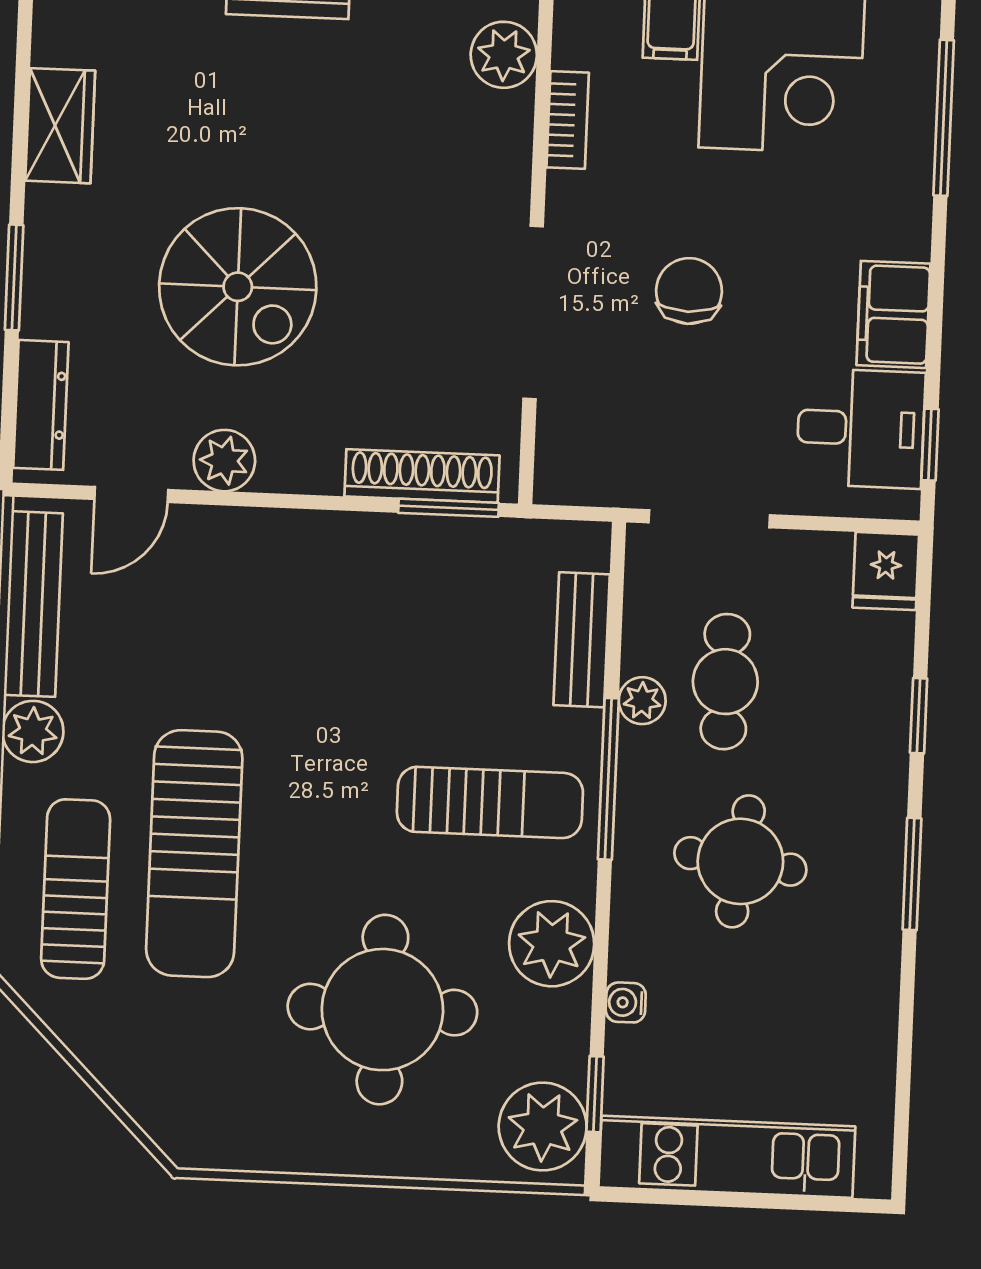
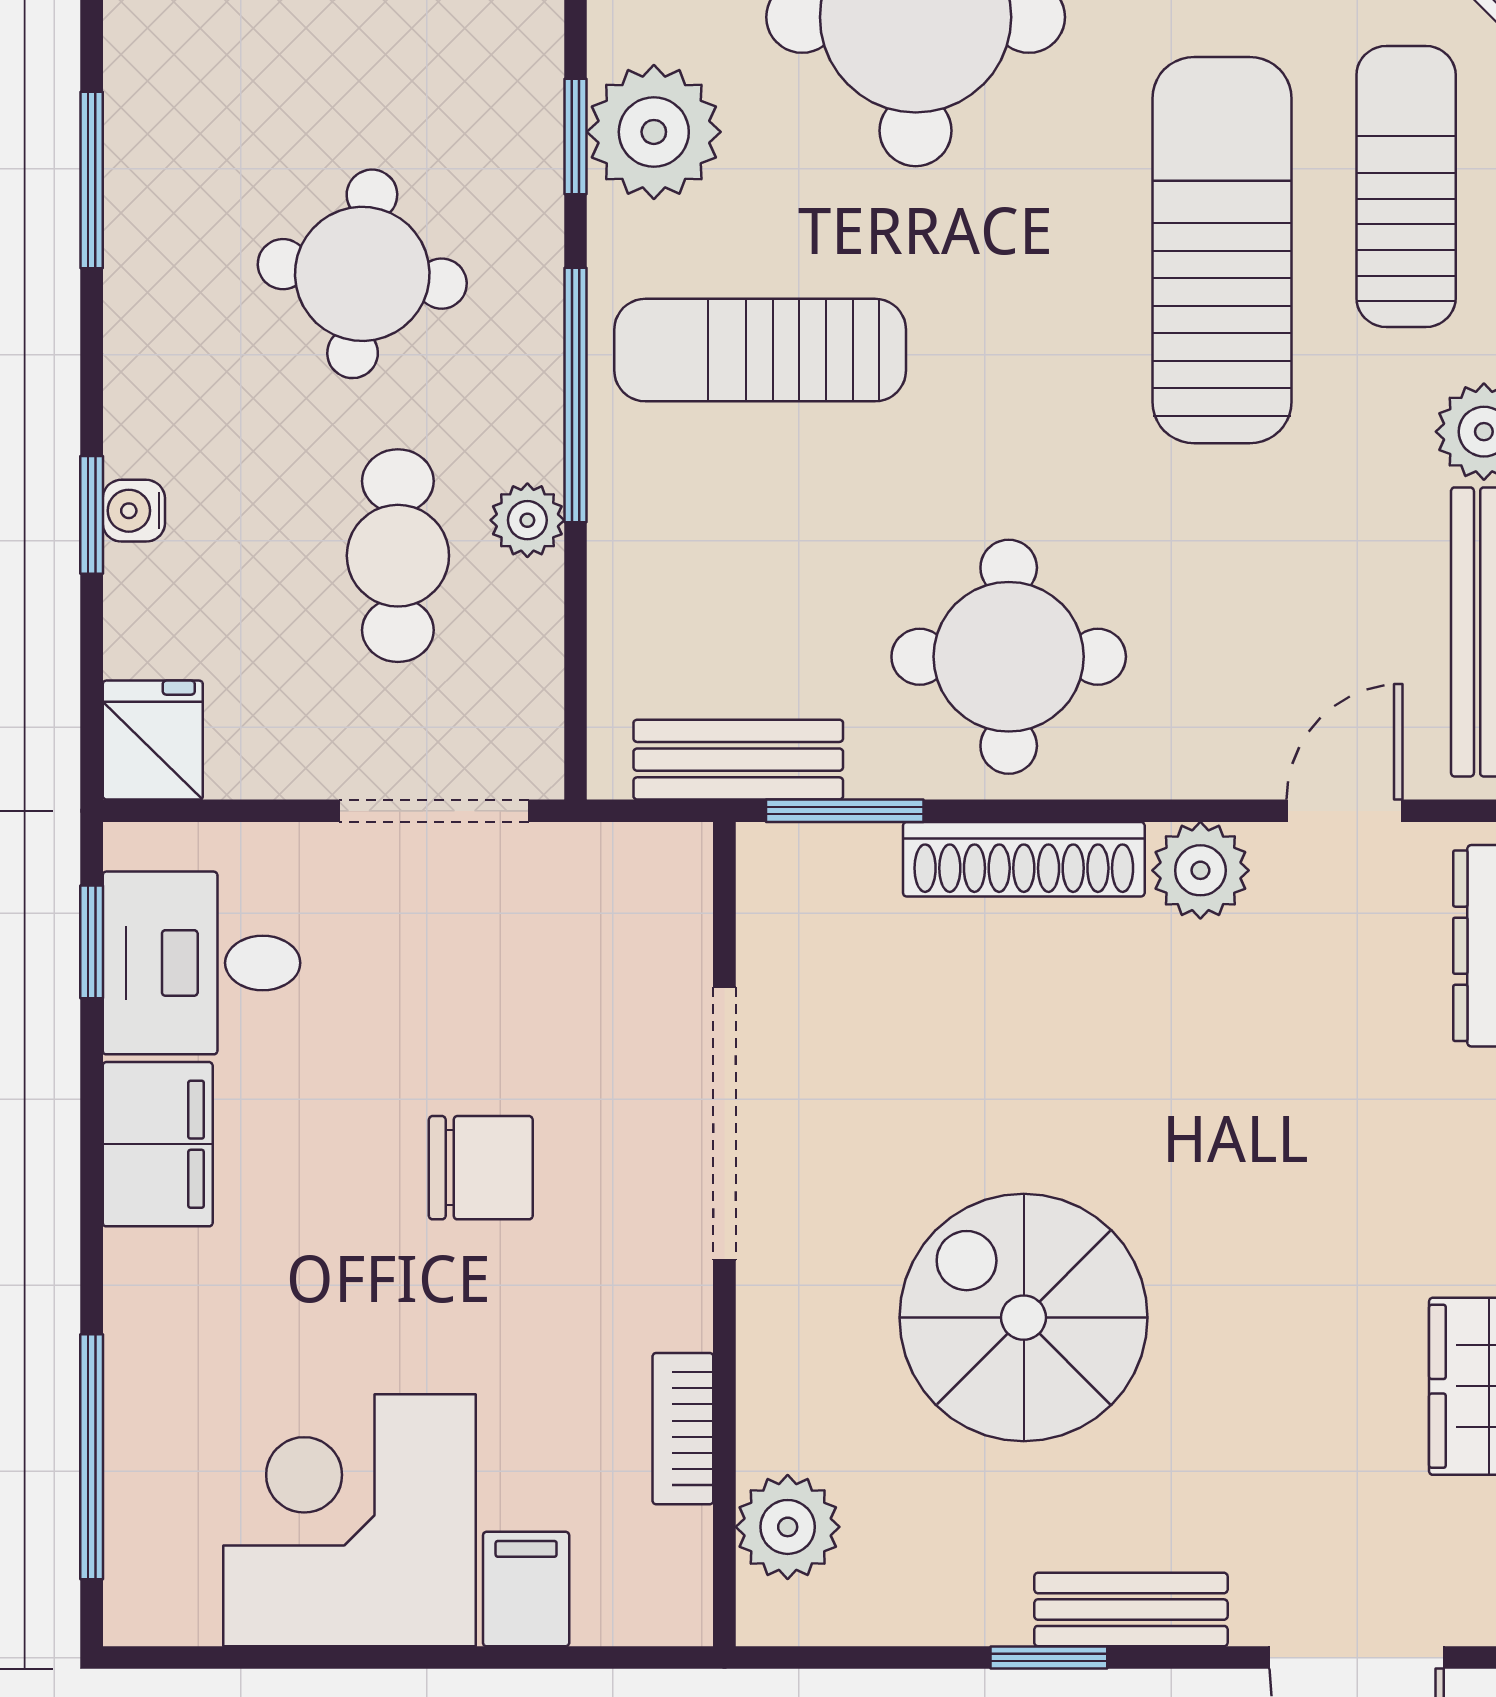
spiral stairs: (238, 287) -> (1024, 1318), moved
chair: (689, 291) -> (481, 1168), turned -90
shoe rack: (422, 476) -> (1024, 859), moved
round table: (340, 601) -> (1009, 657), added
bench: (582, 640) -> (738, 760), moved, turned 90
window: (912, 874) -> (92, 180), moved
sun lounger: (76, 889) -> (1406, 187), turned 180
window: (601, 943) -> (576, 137), added
water cooler: (626, 1002) -> (134, 511), moved, turned 180

